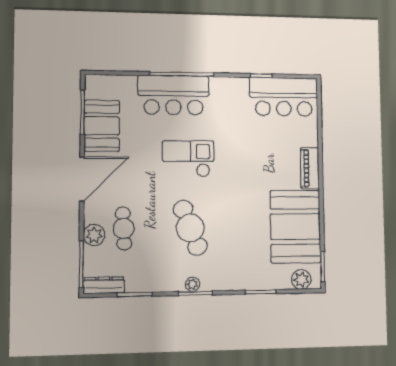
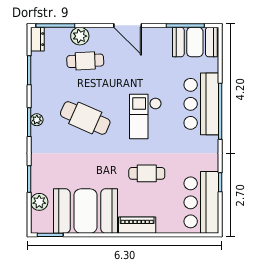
booth: (102, 126) -> (195, 42), moved
cafe table: (252, 157) -> (147, 173), added
checkout: (188, 159) -> (145, 116), turned 180
door: (82, 179) -> (128, 25), width x0.73
cafe table: (190, 228) -> (85, 118), turned 45
plant: (301, 279) -> (39, 202), moved
dresser: (104, 285) -> (37, 39), width x0.70

